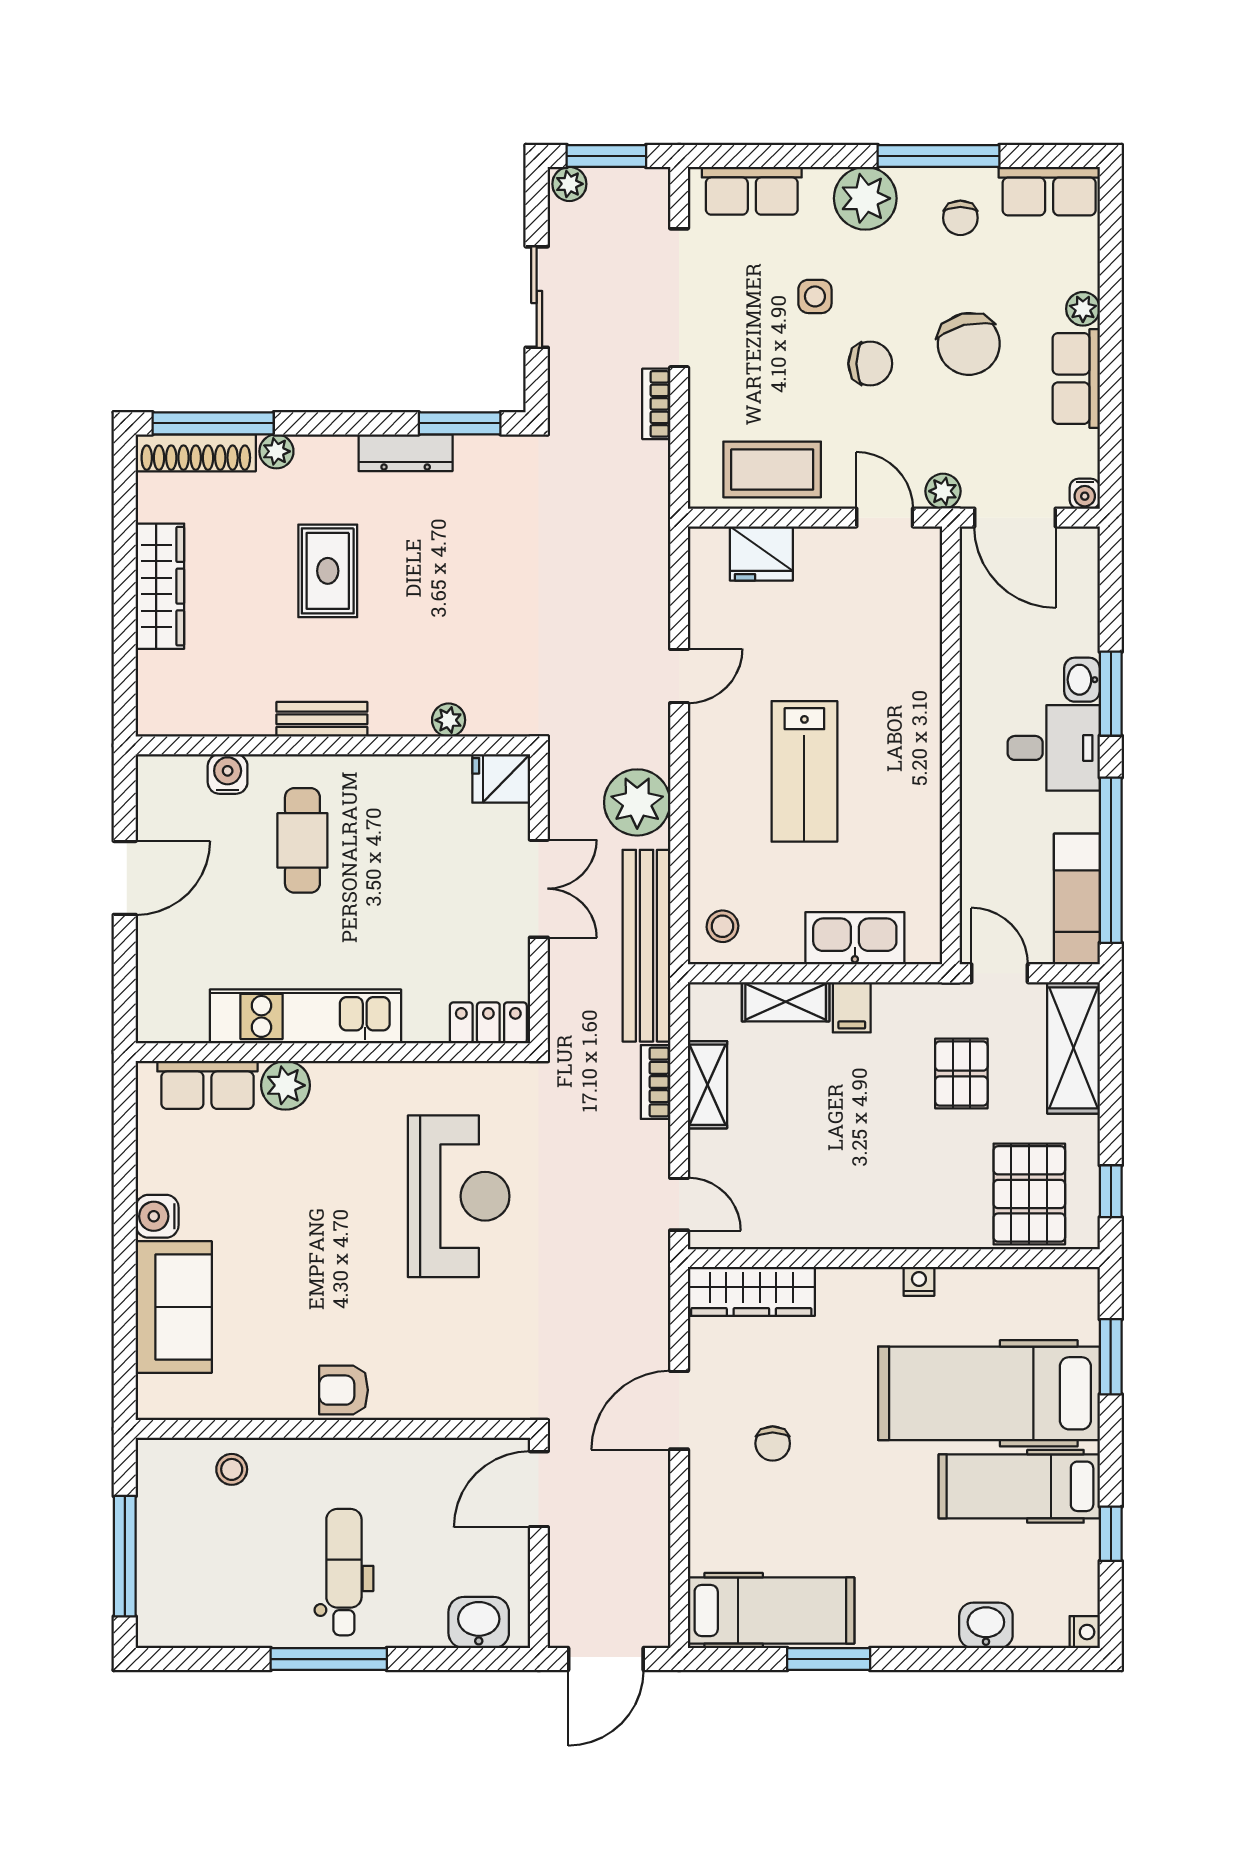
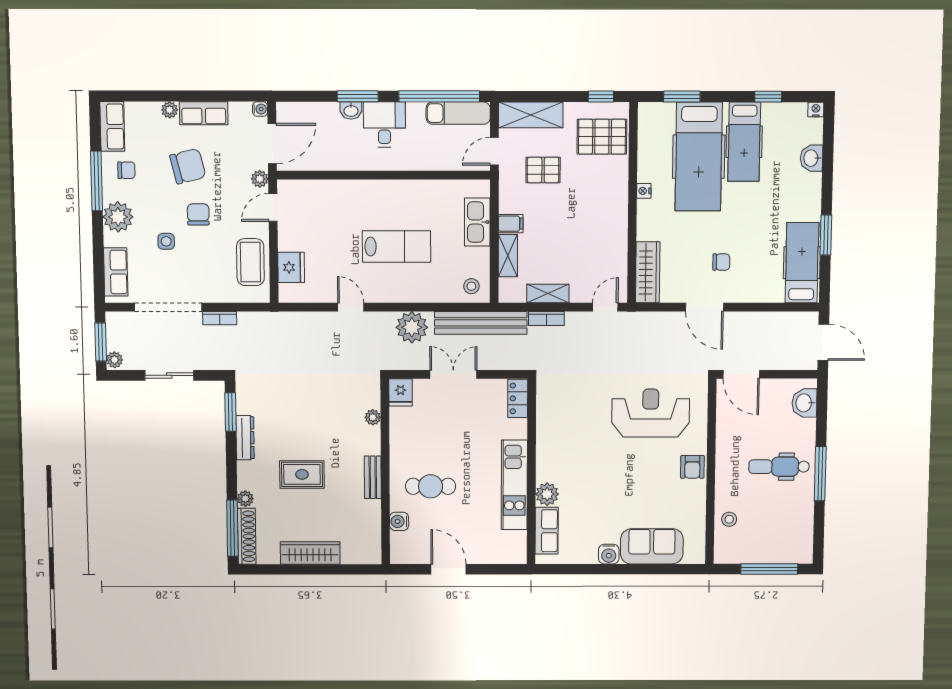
reception desk: (459, 1196) -> (651, 413), moved

